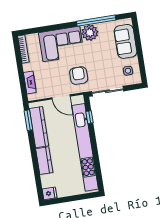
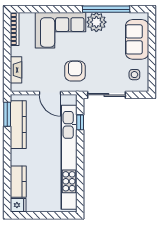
kitchen counter: (44, 161) -> (18, 182), moved

